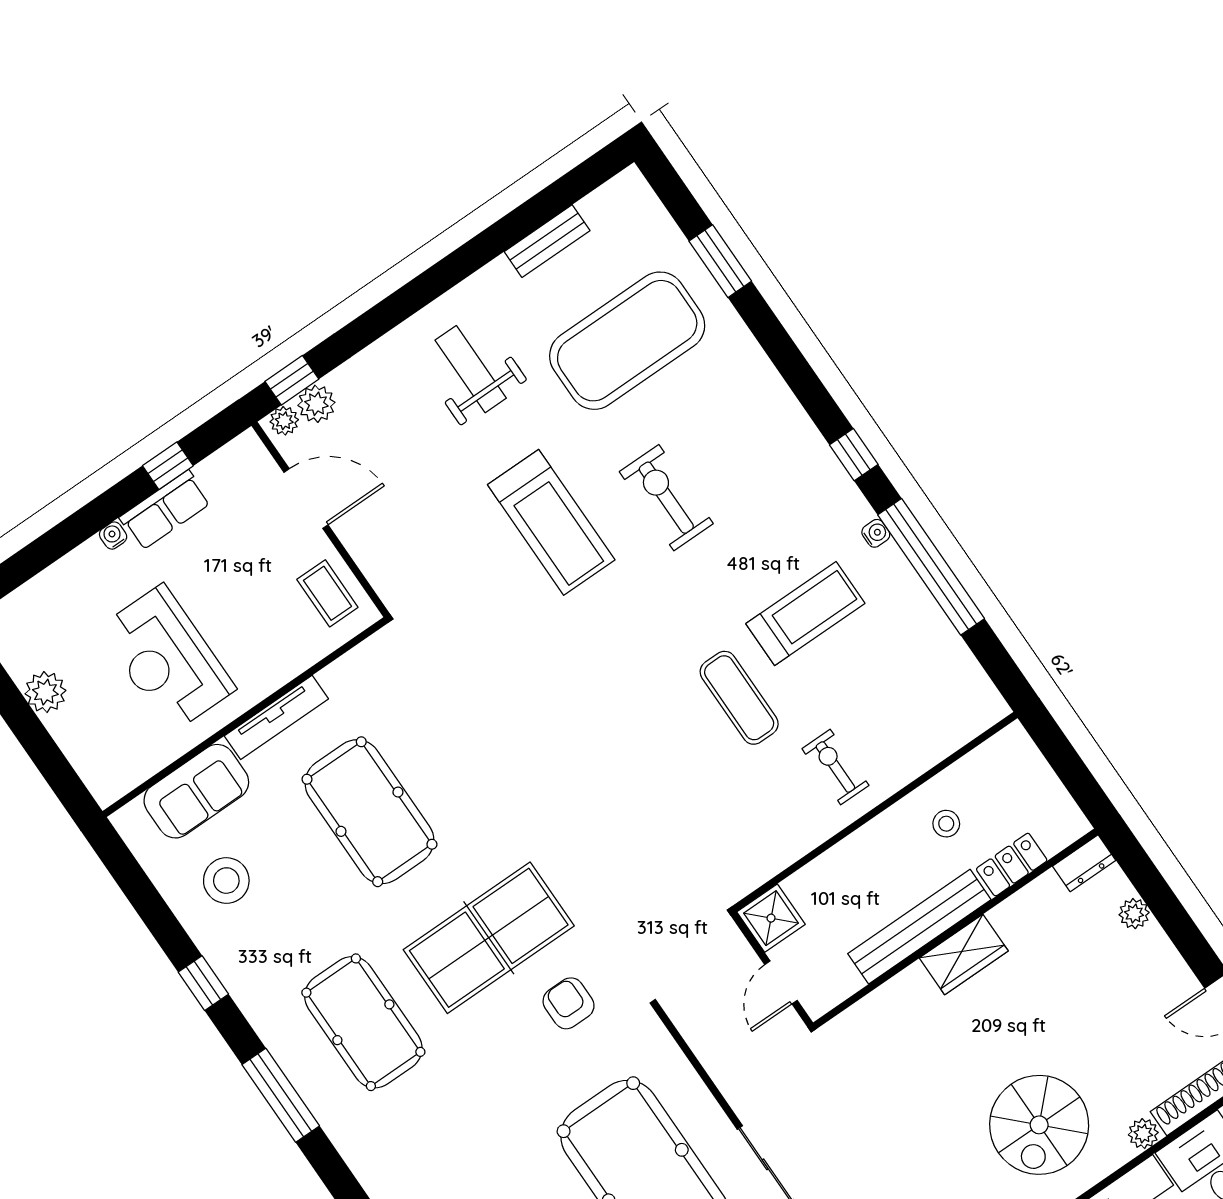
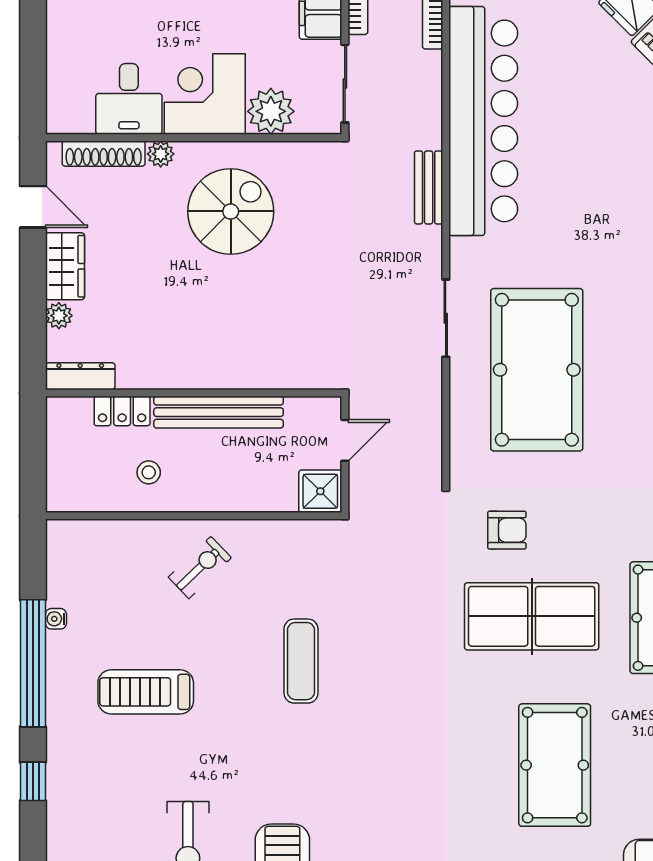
water cooler: (876, 533) -> (56, 619), moved
exercise mat: (739, 698) -> (301, 661), moved
exercise bike: (835, 767) -> (200, 567), turned -134
dresser: (1084, 863) -> (80, 376), width x1.44
wardrobe: (964, 954) -> (65, 266), moved, turned 90
armchair: (569, 1003) -> (507, 530), turned -90

